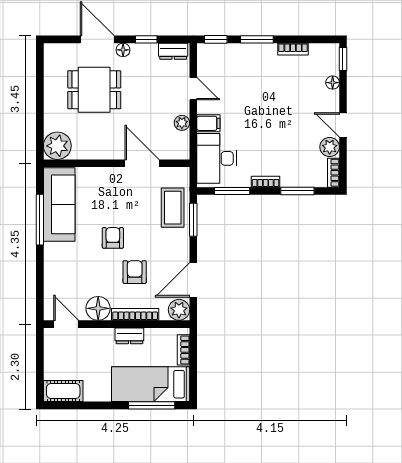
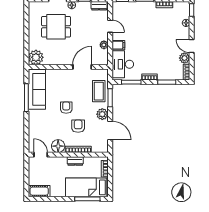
door: (142, 163) -> (82, 67), hinge flipped
door: (193, 280) -> (110, 130), swing flipped
plant: (179, 310) -> (102, 114), moved

